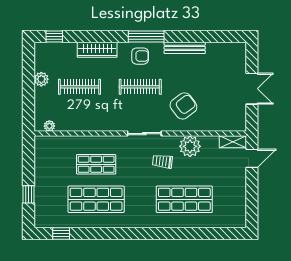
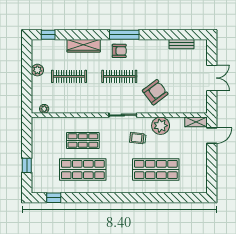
bench: (185, 48) -> (181, 44), moved, width x0.73

